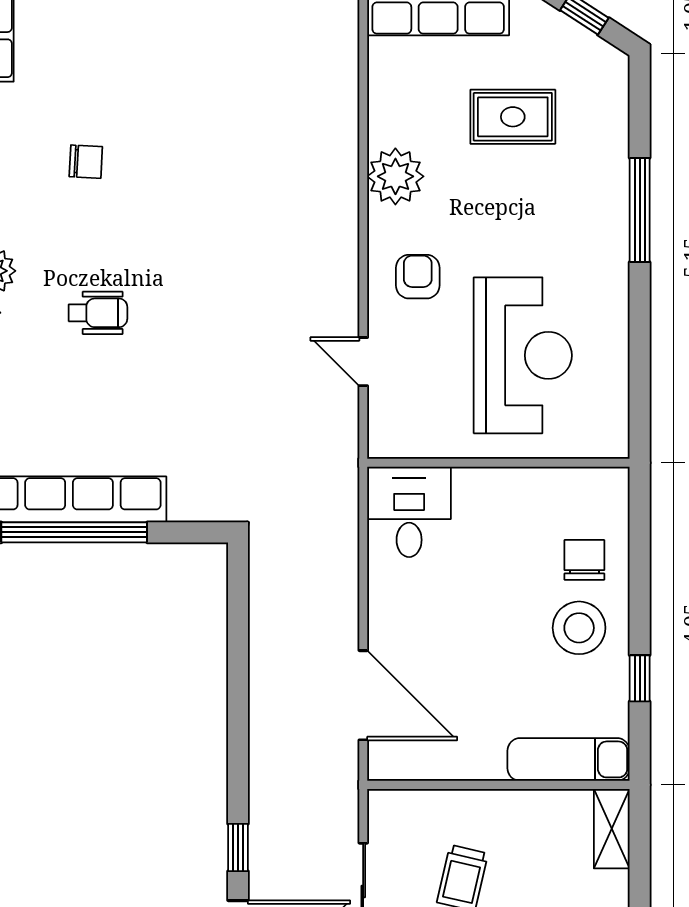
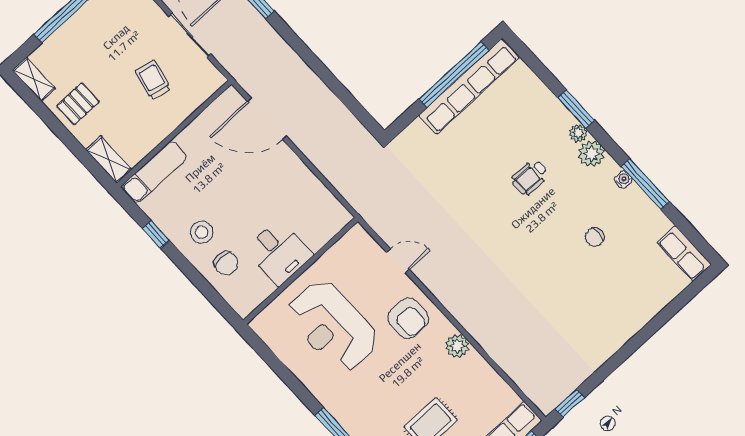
plant: (395, 176) -> (457, 346), width x0.73, depth x0.73
armchair: (418, 277) -> (408, 318), width x1.38, depth x1.38
desk: (409, 512) -> (279, 252), moved
stool: (579, 628) -> (202, 232), width x0.73, depth x0.73

